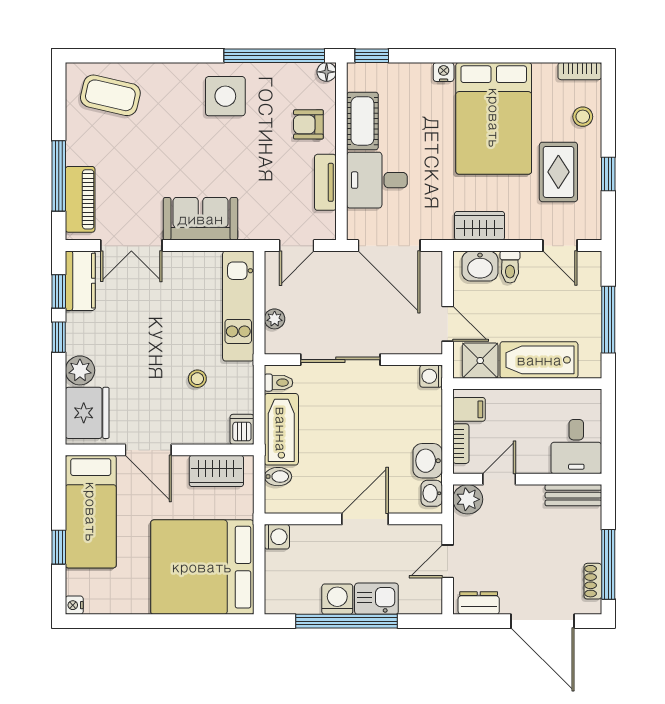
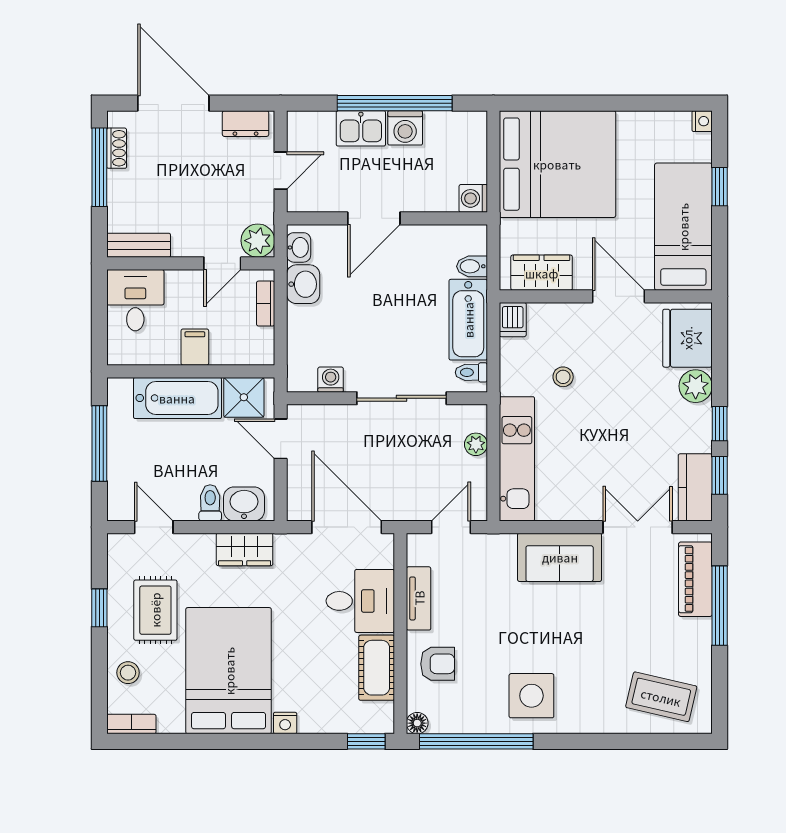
washing machine: (431, 376) -> (331, 380), moved, turned -90
filing cabinet: (469, 409) -> (195, 347), moved, turned 90

